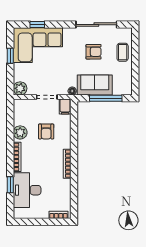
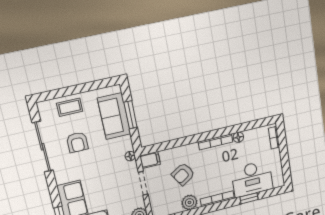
armchair: (94, 52) -> (77, 142), turned 180
sofa: (95, 85) -> (114, 116), moved
window: (106, 98) -> (131, 115), width x0.69
armchair: (46, 132) -> (183, 174), turned 148
floor lamp: (66, 184) -> (238, 137), added

